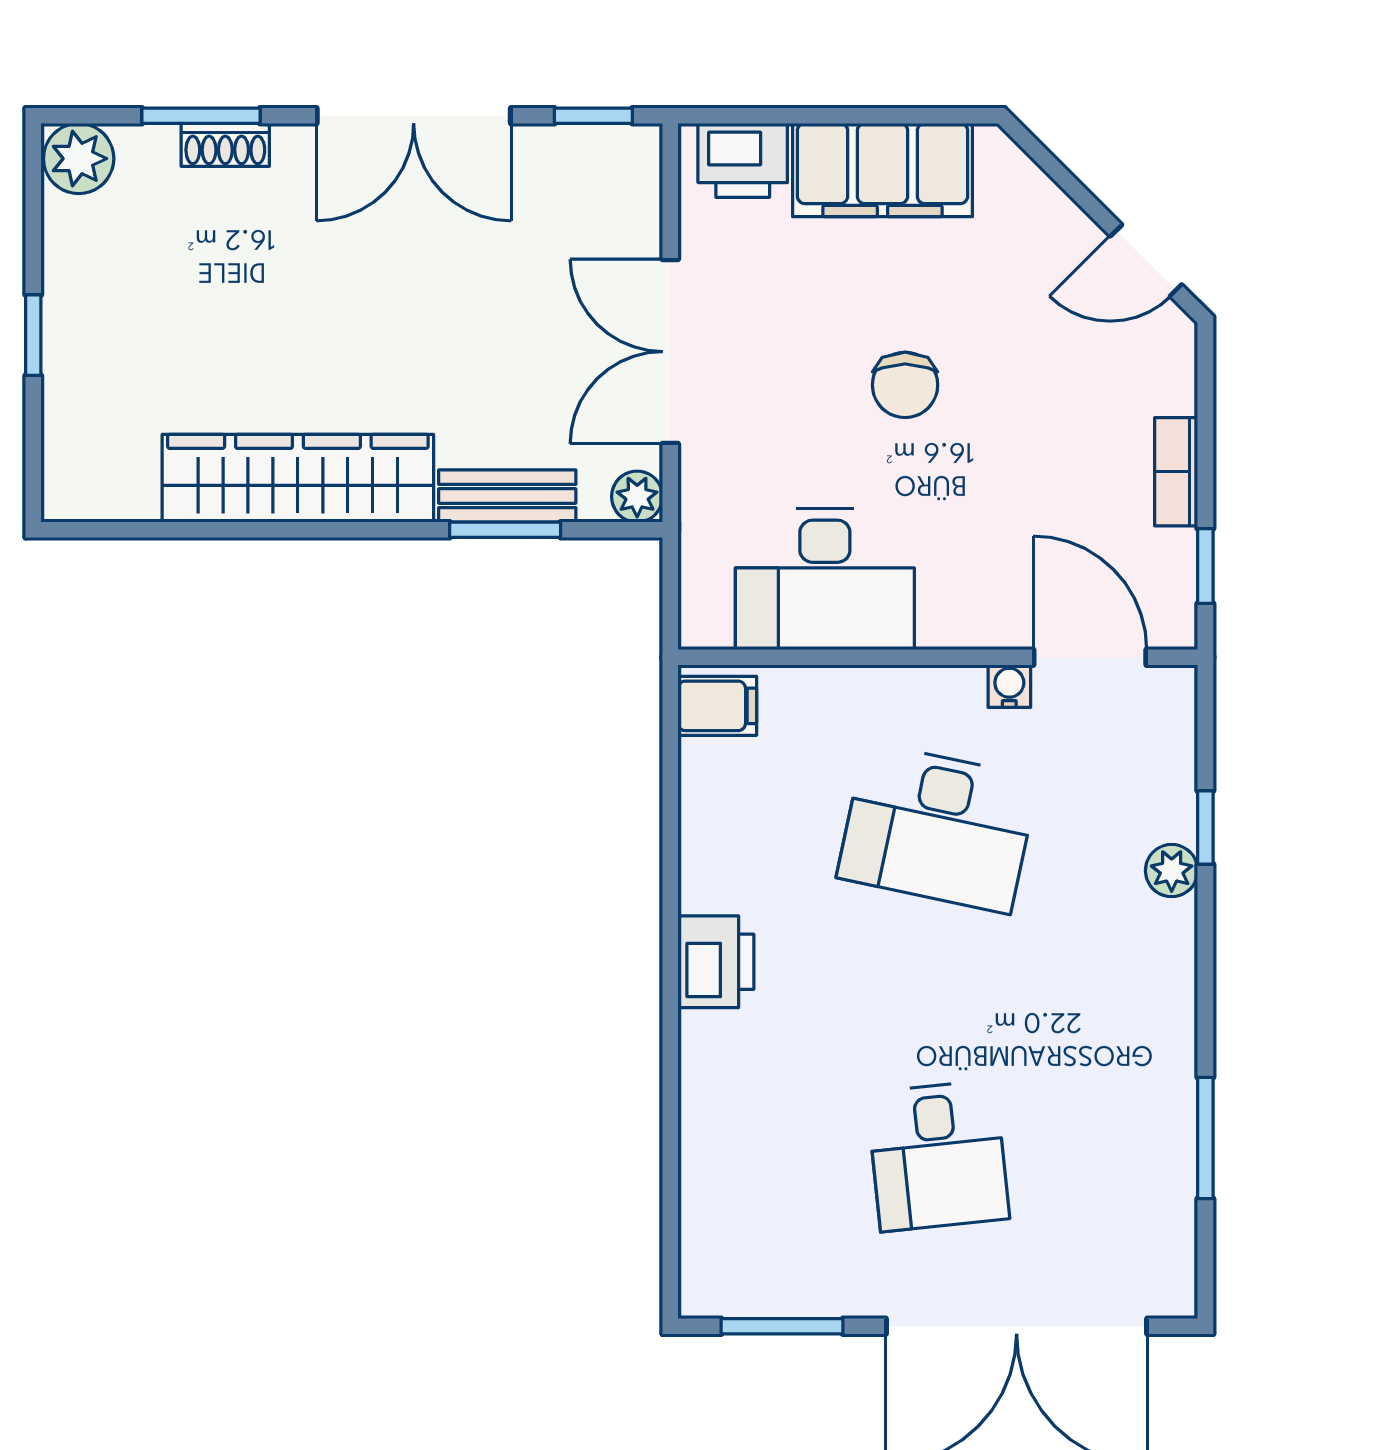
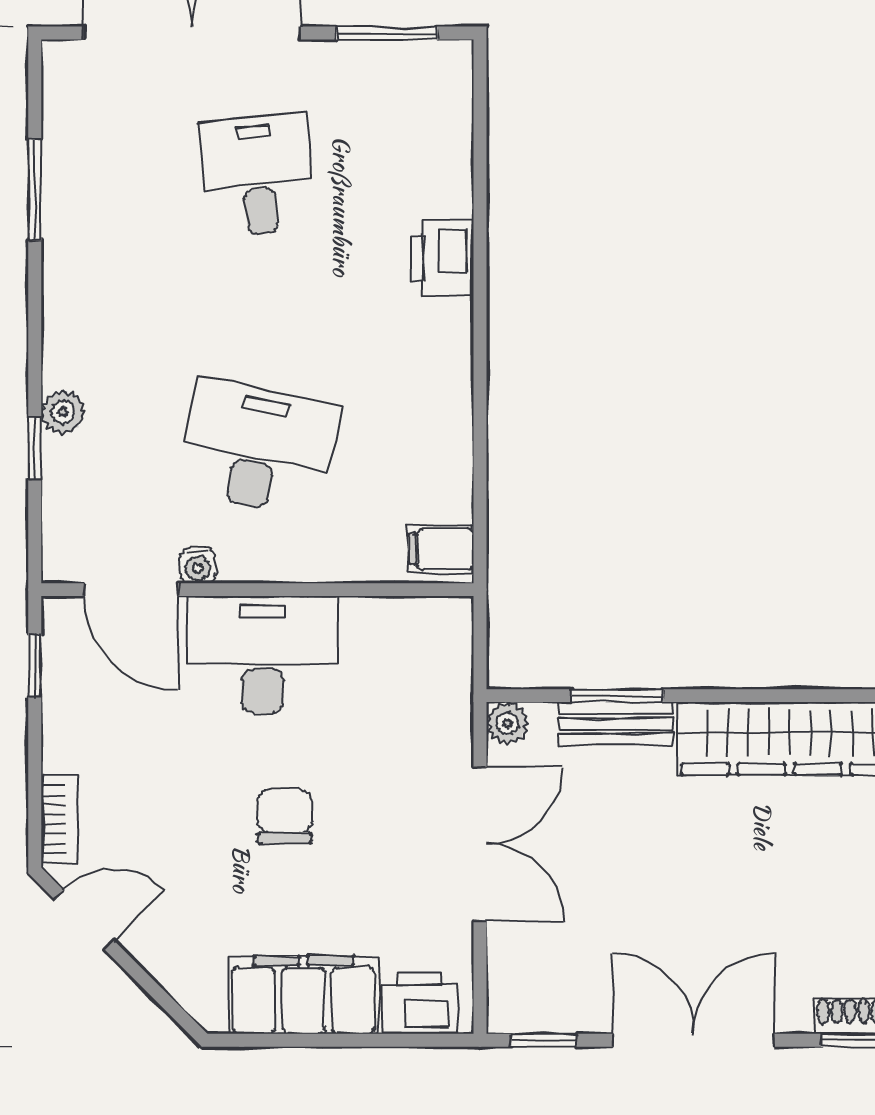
bookcase: (1176, 472) -> (59, 819), moved
desk: (825, 579) -> (263, 655), moved
printer: (716, 962) -> (442, 258), moved

